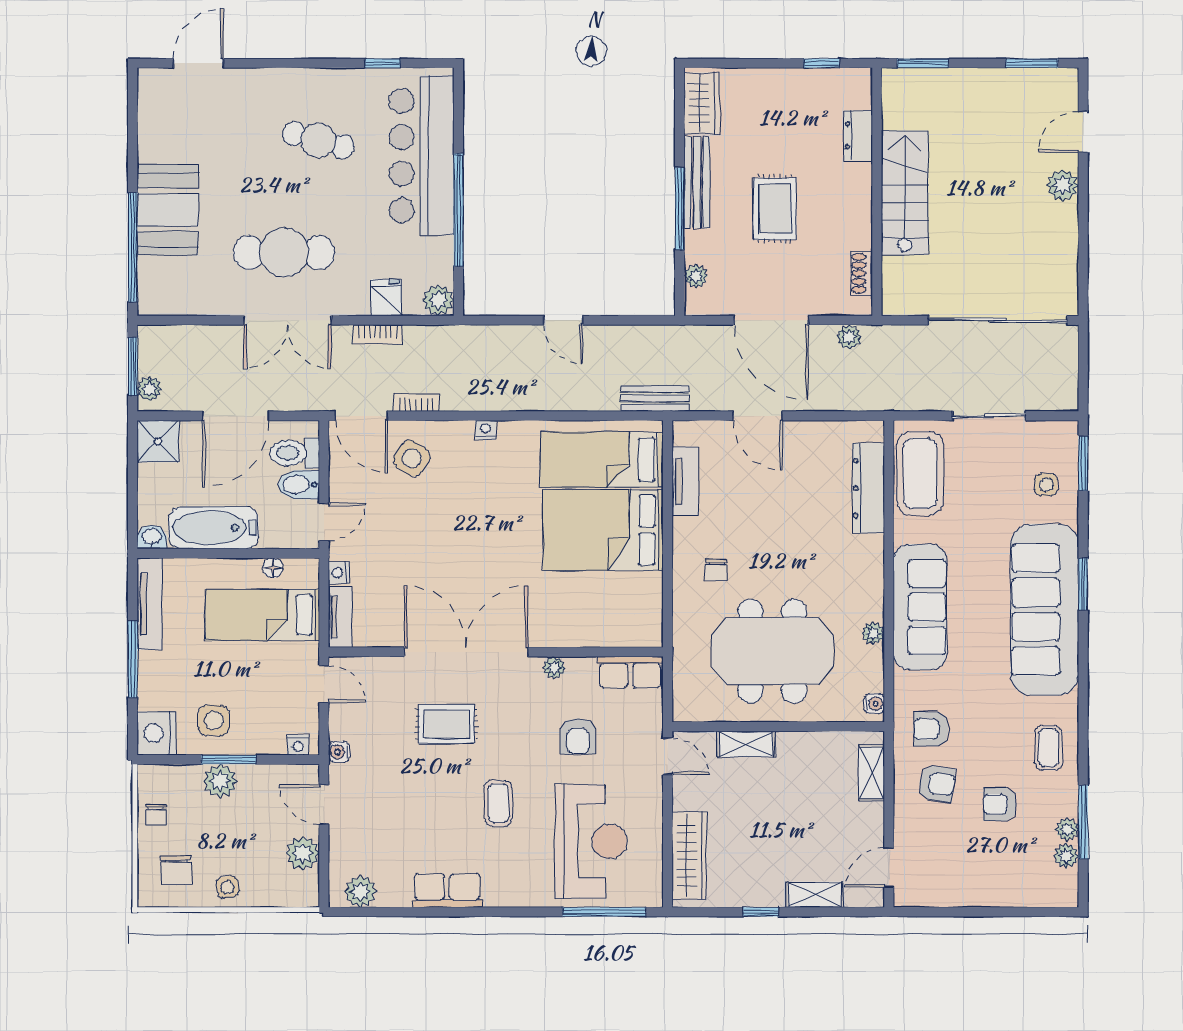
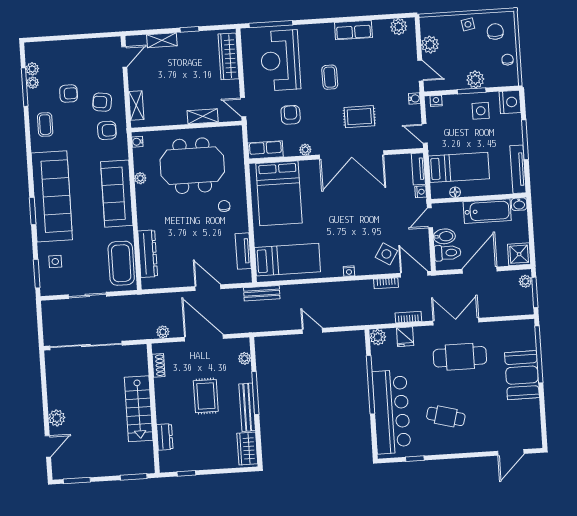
bed: (603, 530) -> (279, 193), moved, turned 90

